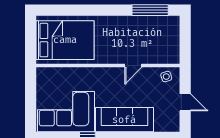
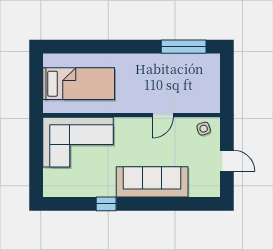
bed: (65, 40) -> (79, 84), width x0.67
corner sofa: (66, 112) -> (78, 142), moved, turned 180

